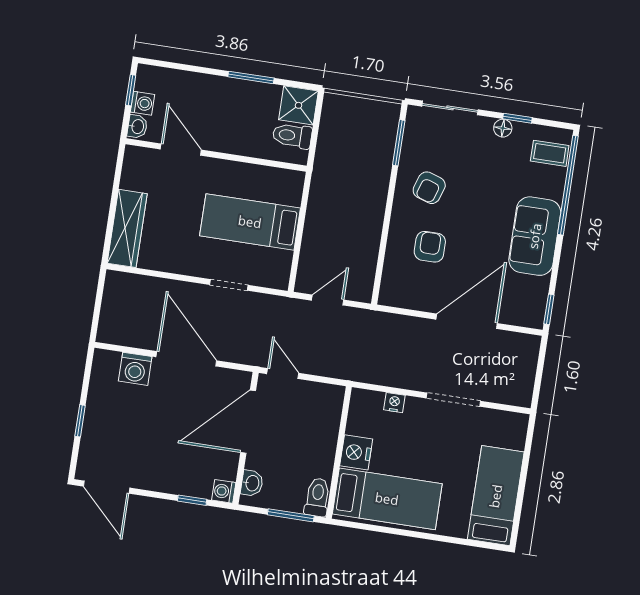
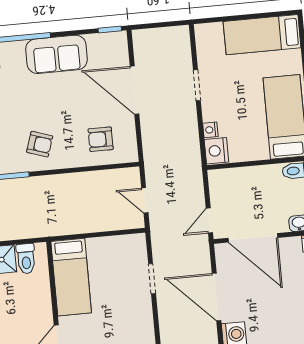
bed: (250, 222) -> (71, 277), moved
armchair: (430, 247) -> (101, 139), moved
door: (186, 359) -> (216, 297), hinge flipped
doorway: (453, 400) -> (197, 85), width x0.73
nightstand: (356, 452) -> (216, 151), moved, turned 90

